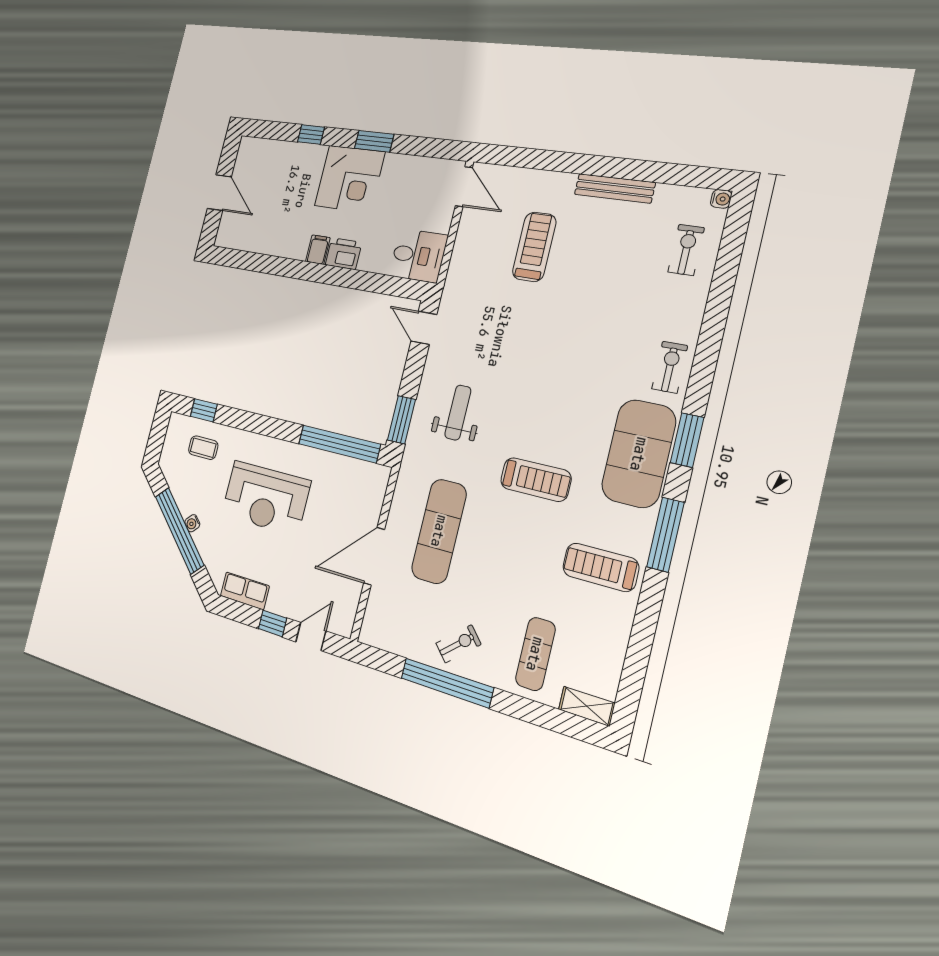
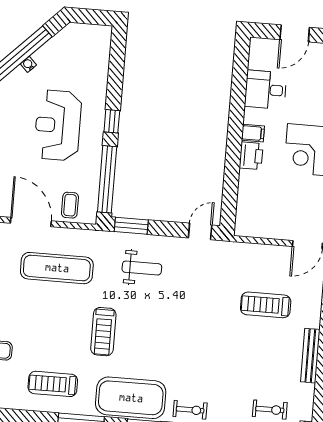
treadmill: (534, 247) -> (266, 305), turned 180
desk: (418, 256) -> (266, 90), moved, turned 90
window: (204, 410) -> (112, 121), moved
coffee table: (203, 448) -> (70, 205), moved
treadmill: (601, 567) -> (53, 384), turned -90

